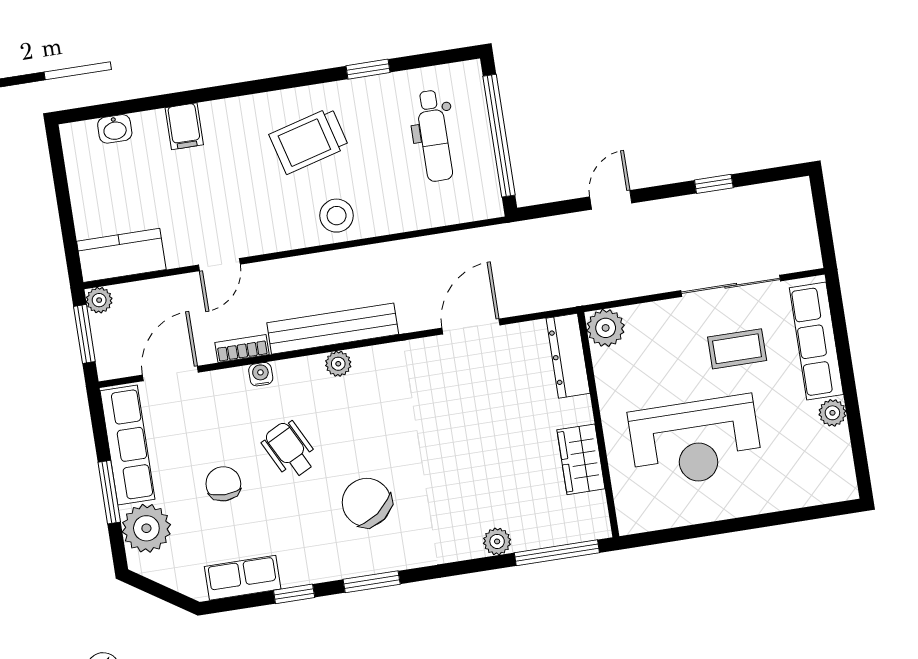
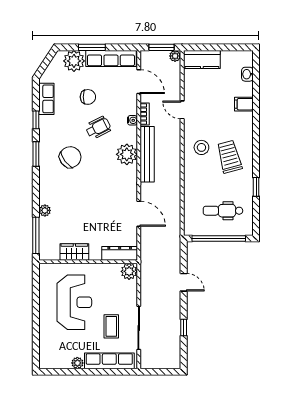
stool: (337, 216) -> (201, 147), moved
kitchen counter: (121, 255) -> (202, 59), moved, turned 90
plant: (338, 364) -> (127, 154), width x1.87, depth x1.87
reception desk: (695, 442) -> (74, 302), turned 180

